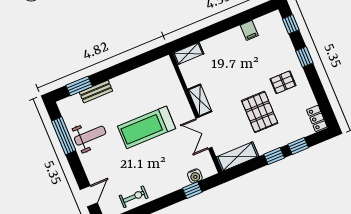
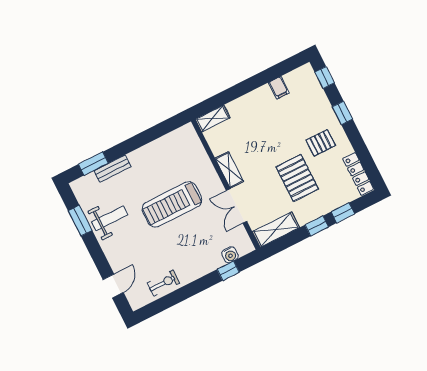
locker: (317, 118) -> (358, 174), width x1.53
window: (64, 136) -> (80, 221), width x0.69

